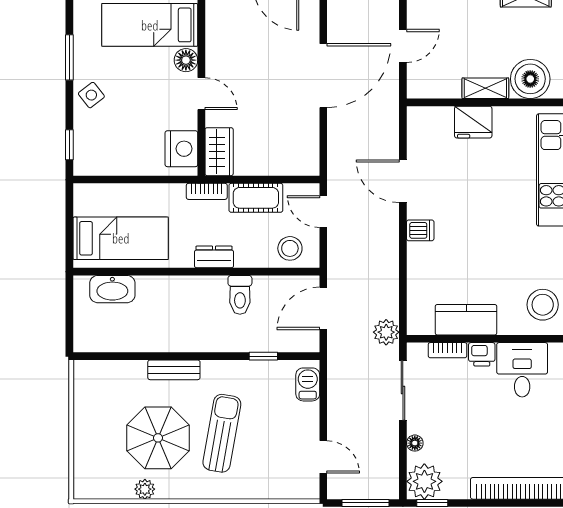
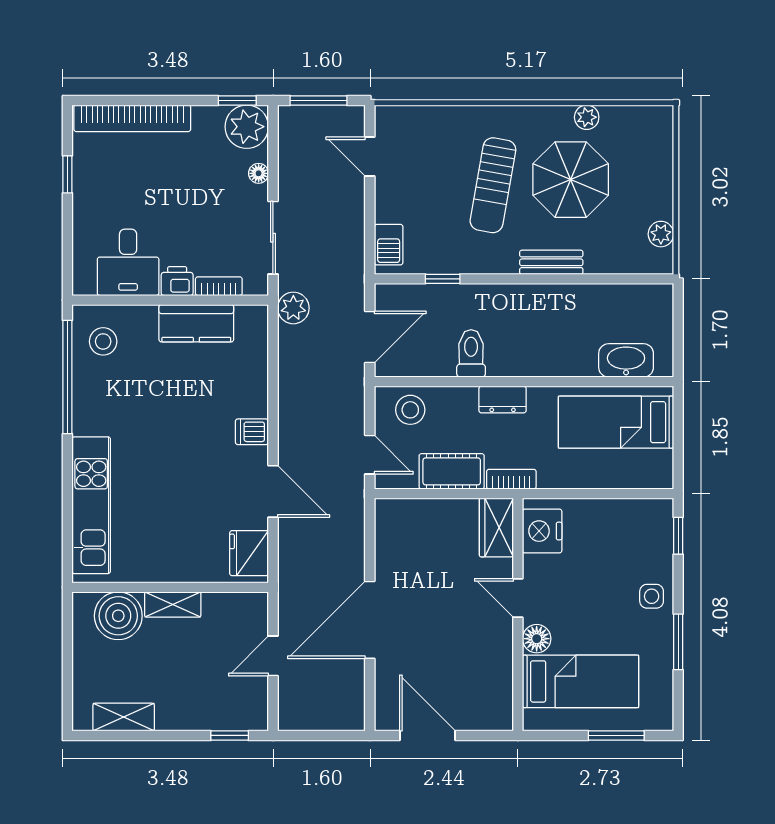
side table: (91, 95) -> (652, 596), turned 38
fridge: (473, 122) -> (249, 553), moved, turned -90
stool: (543, 305) -> (103, 341), width x0.73, depth x0.73
plant: (84, 393) -> (661, 234), added

